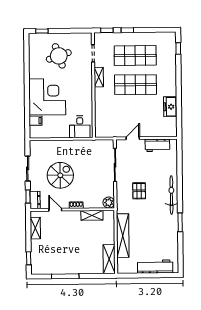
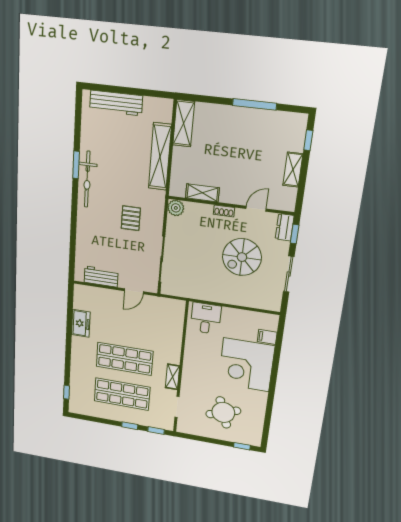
bicycle: (171, 195) -> (87, 179), moved
door: (55, 210) -> (256, 209), swing flipped
shelving: (35, 228) -> (293, 170), moved

